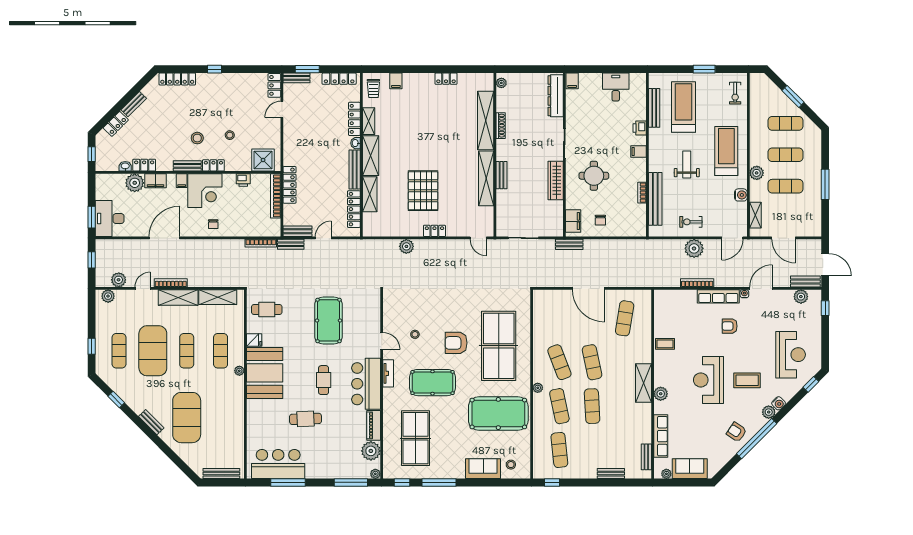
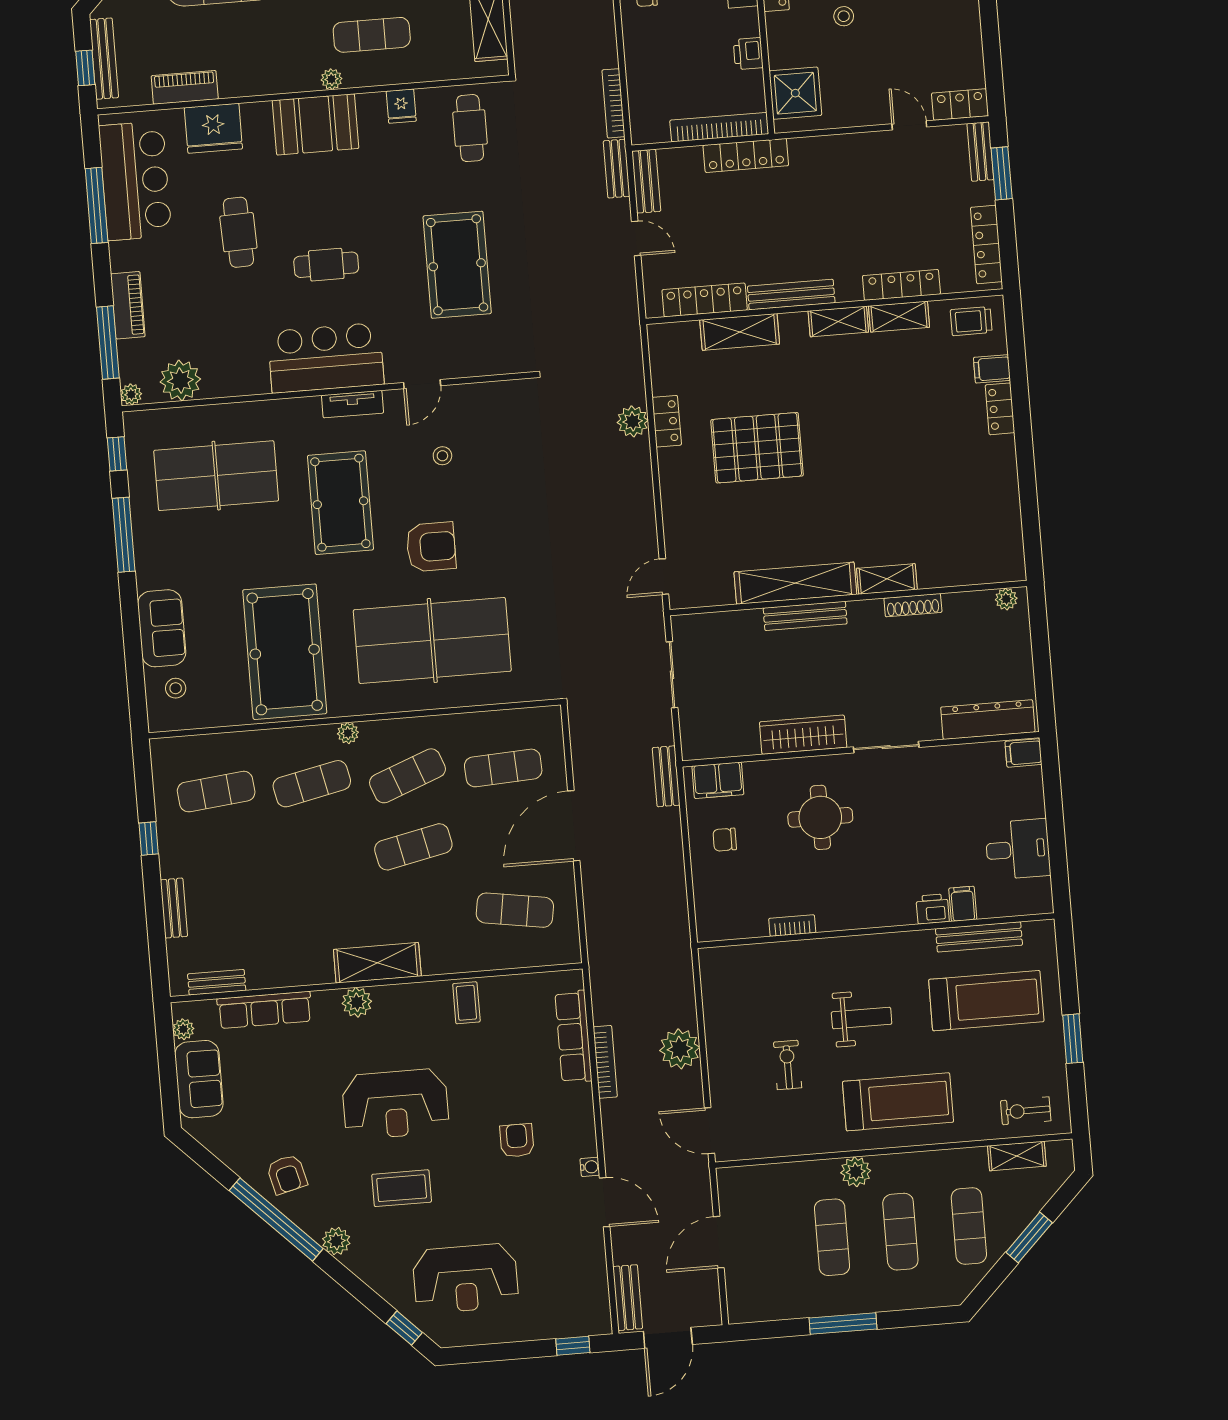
locker: (446, 79) -> (1000, 409), moved
shelving: (486, 120) -> (887, 579), width x0.45, depth x0.75
washbasin: (355, 143) -> (849, 292), removed
filing cabinet: (639, 151) -> (963, 904), moved
shelving: (371, 156) -> (838, 321), width x0.67, depth x0.75
bench: (502, 175) -> (805, 616), width x1.36
water cooler: (741, 195) -> (805, 1141), removed
bench: (655, 199) -> (781, 956), removed
shelving: (755, 215) -> (1017, 1156), moved
exercise bike: (691, 222) -> (788, 1065), moved
locker: (434, 231) -> (667, 421), moved
row of seats: (718, 296) -> (573, 1037), moved
plant: (801, 297) -> (594, 1291), removed
pool table: (329, 320) -> (457, 265), turned 90
armchair: (456, 343) -> (431, 547), turned 90
booth: (265, 373) -> (316, 124), width x0.73, depth x0.70
reception desk: (708, 380) -> (395, 1104), turned 180
coffee table: (747, 380) -> (402, 1188), turned 90
water cooler: (779, 403) -> (357, 1261), removed
exercise mat: (592, 406) -> (503, 768), moved
piano: (374, 425) -> (128, 305), moved, turned 90
fridge: (257, 426) -> (213, 128), added
armchair: (736, 432) -> (287, 1174), turned 132
piano: (238, 438) -> (185, 87), added
window: (225, 482) -> (85, 68), added
window: (552, 482) -> (149, 839), moved

